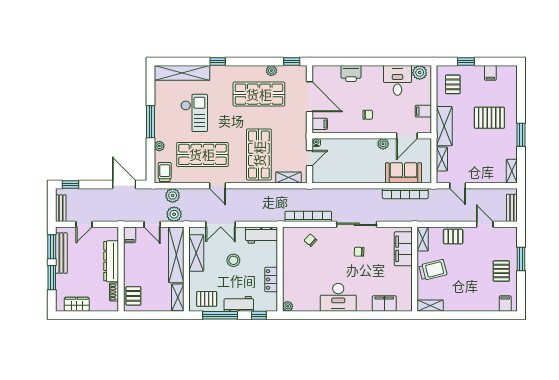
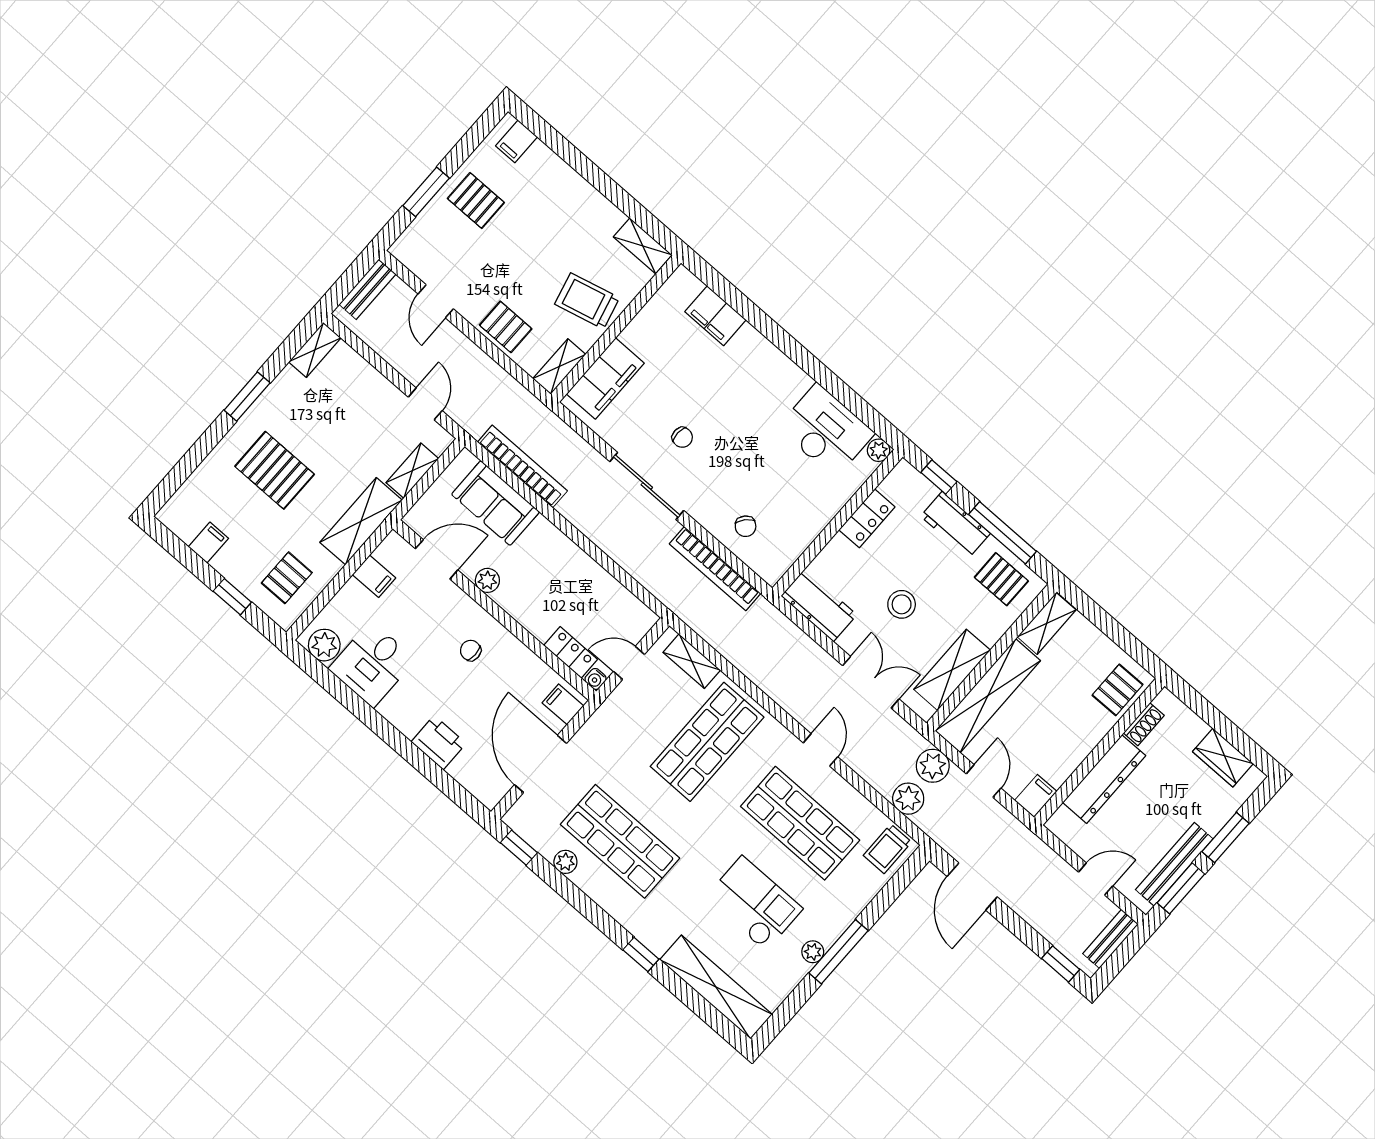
checkout: (194, 113) -> (754, 903), turned 90
locker: (333, 144) -> (571, 652), added
plant: (159, 146) -> (813, 952), moved
pallet: (501, 271) -> (476, 201), turned 90
desk: (338, 297) -> (826, 430), moved

